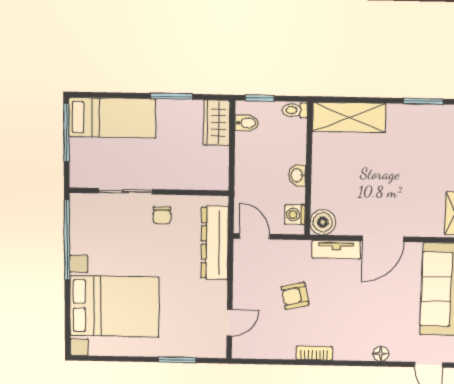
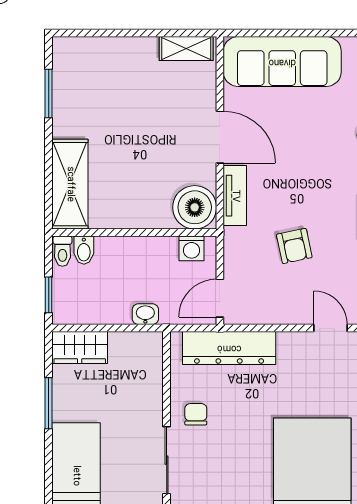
bidet: (247, 123) -> (84, 250), moved, turned 180
washbasin: (297, 175) -> (145, 314), moved, turned 180
chair: (162, 215) -> (196, 414), turned -90
boiler: (323, 222) -> (195, 207), width x1.37, depth x1.37

